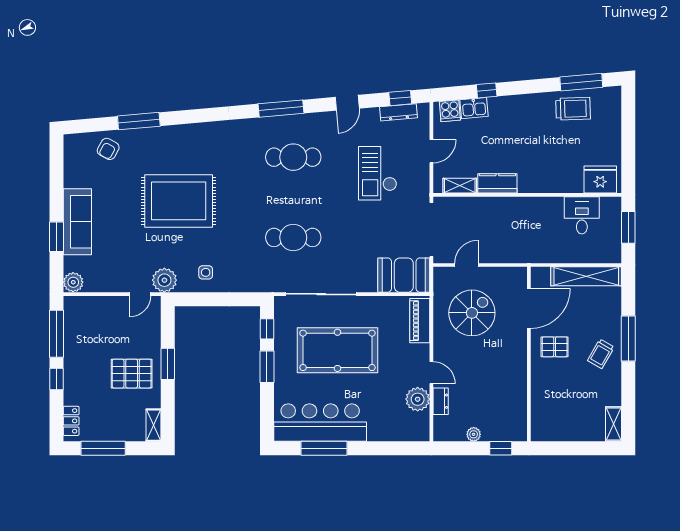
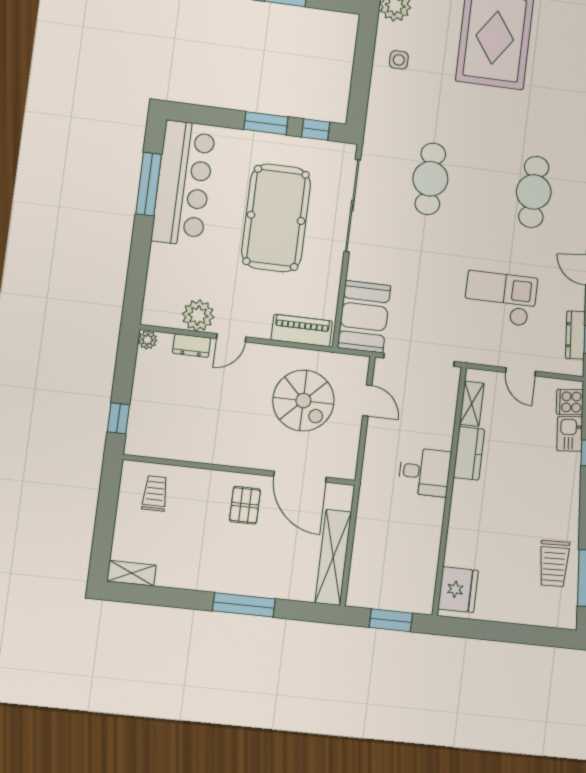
desk: (582, 215) -> (425, 472), moved
trolley: (601, 354) -> (155, 493), moved, turned 60
plant: (474, 434) -> (147, 340), moved

